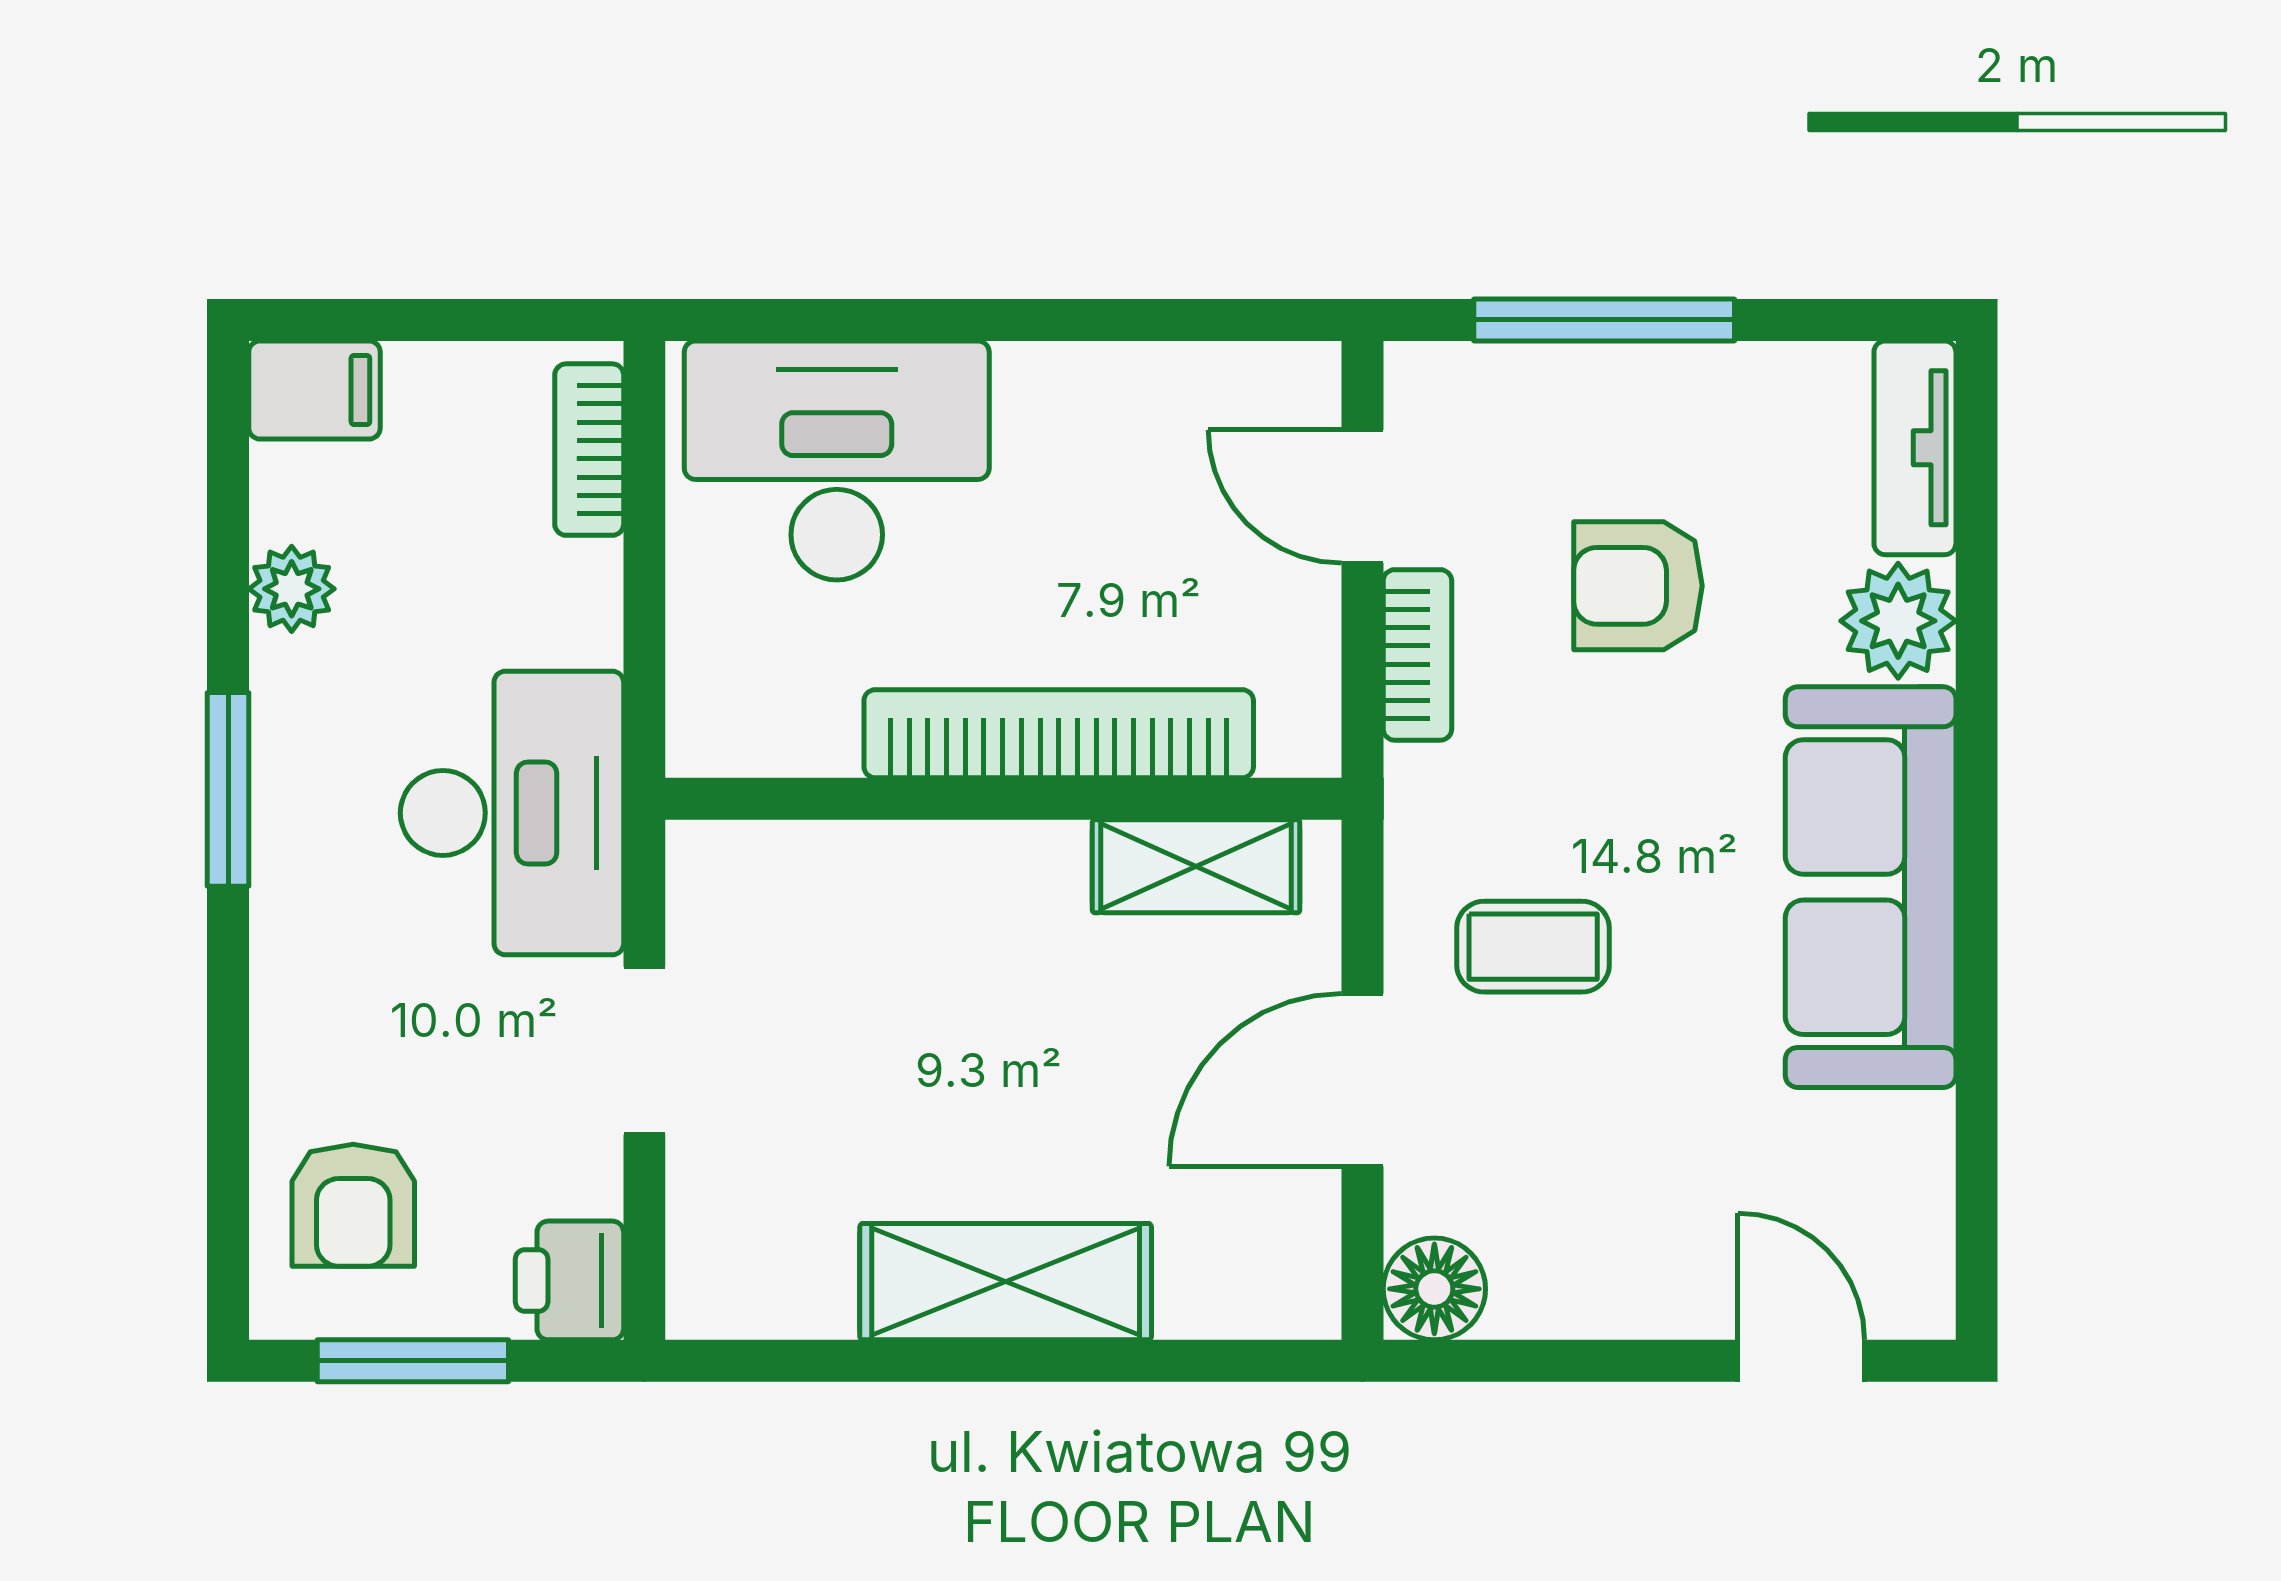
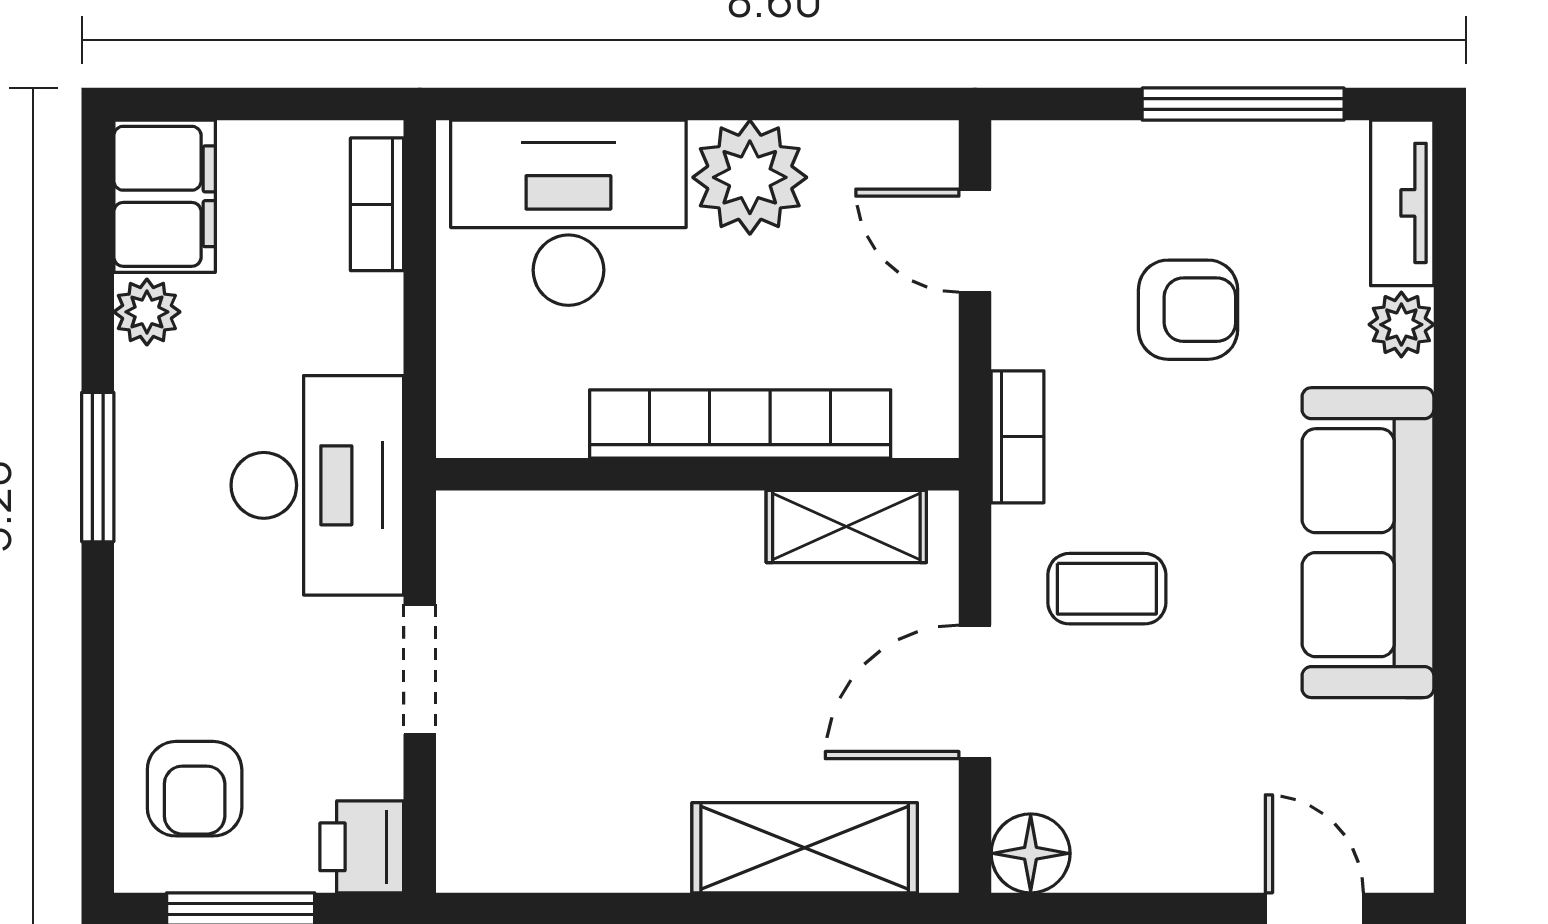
window: (1604, 320) -> (1243, 104), moved
filing cabinet: (314, 390) -> (165, 196), width x2.00
plant: (1071, 415) -> (750, 177), added
armchair: (1638, 586) -> (1188, 310), turned 180
plant: (1898, 621) -> (1401, 325), width x0.73, depth x0.73
bookcase: (1417, 655) -> (1018, 437), moved
shelving: (1006, 1282) -> (805, 848), moved

